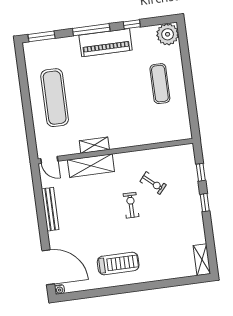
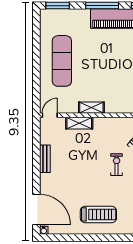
door: (49, 160) -> (50, 115), swing flipped
shelving: (91, 166) -> (79, 123), width x0.67, depth x0.75
bench: (50, 209) -> (45, 159), width x0.73

